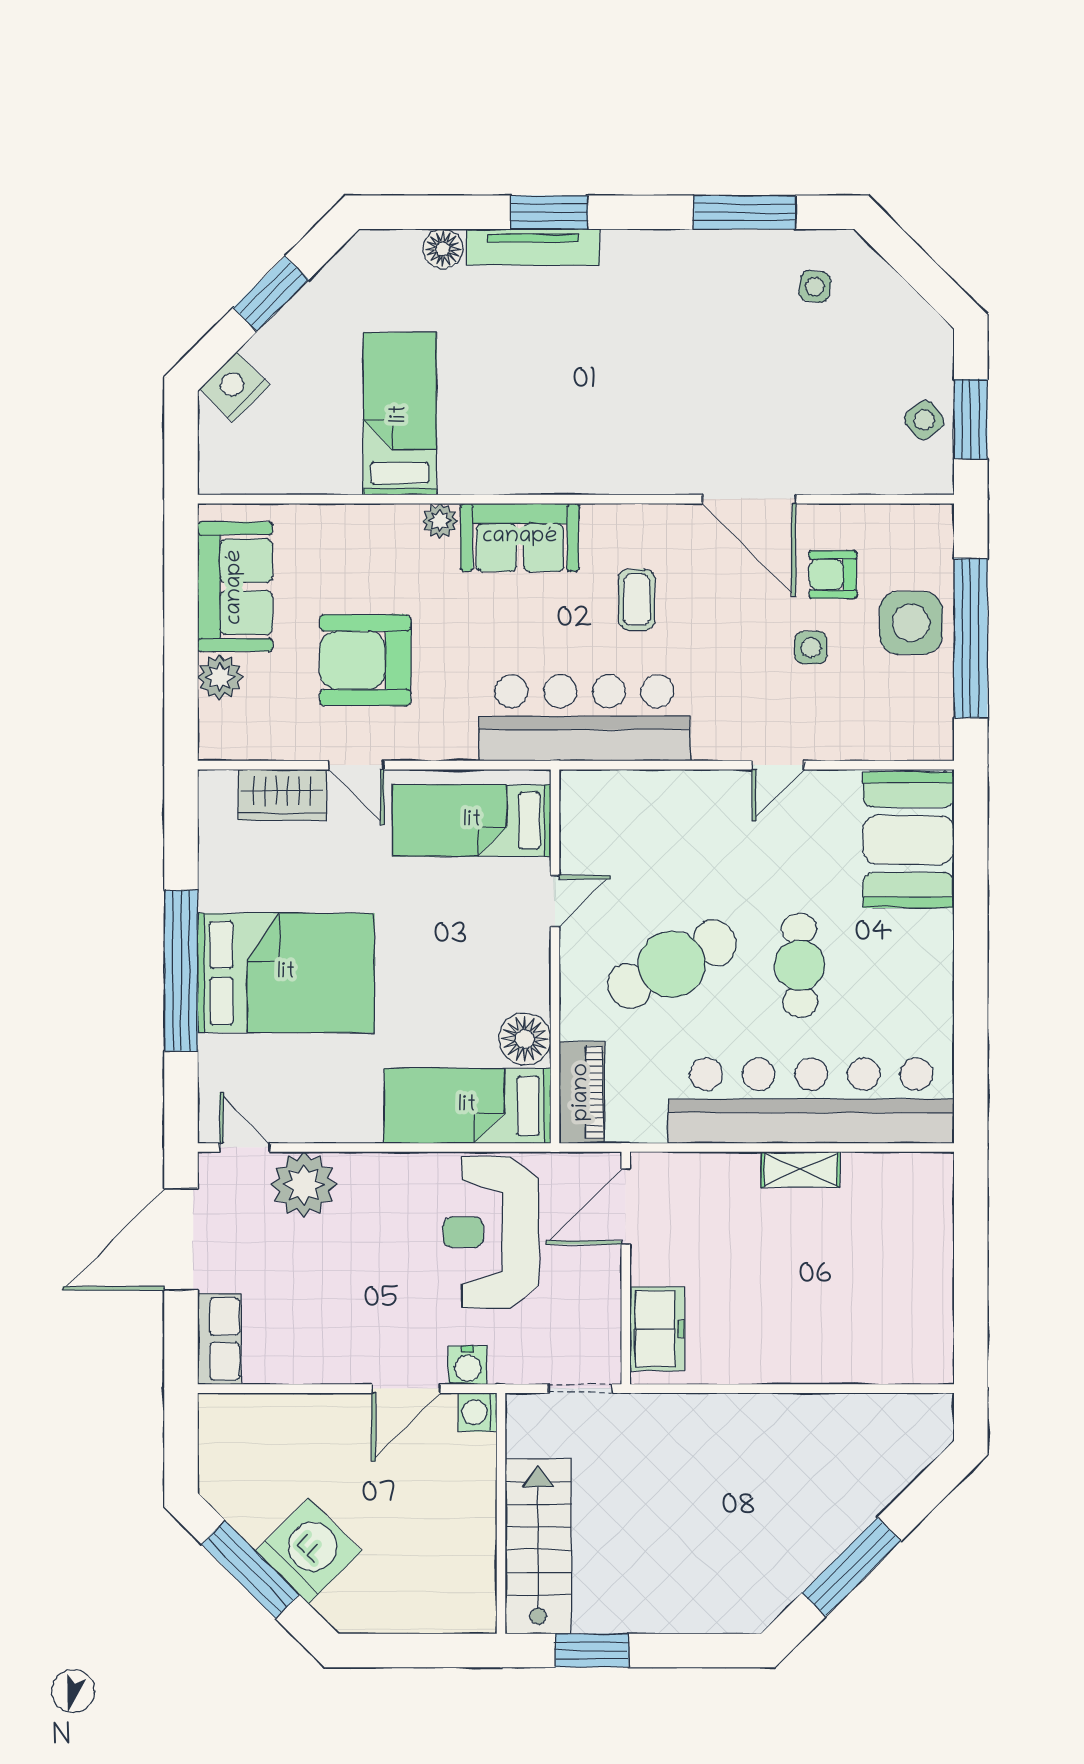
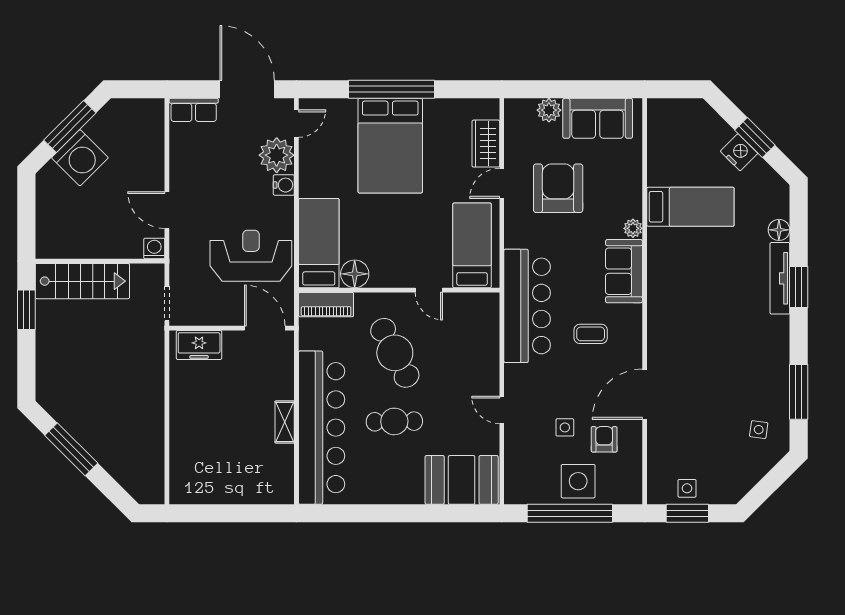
nightstand: (235, 387) -> (739, 152), moved
side table: (924, 420) -> (687, 488), turned 38
water cooler: (468, 1365) -> (284, 185), moved, turned 180

